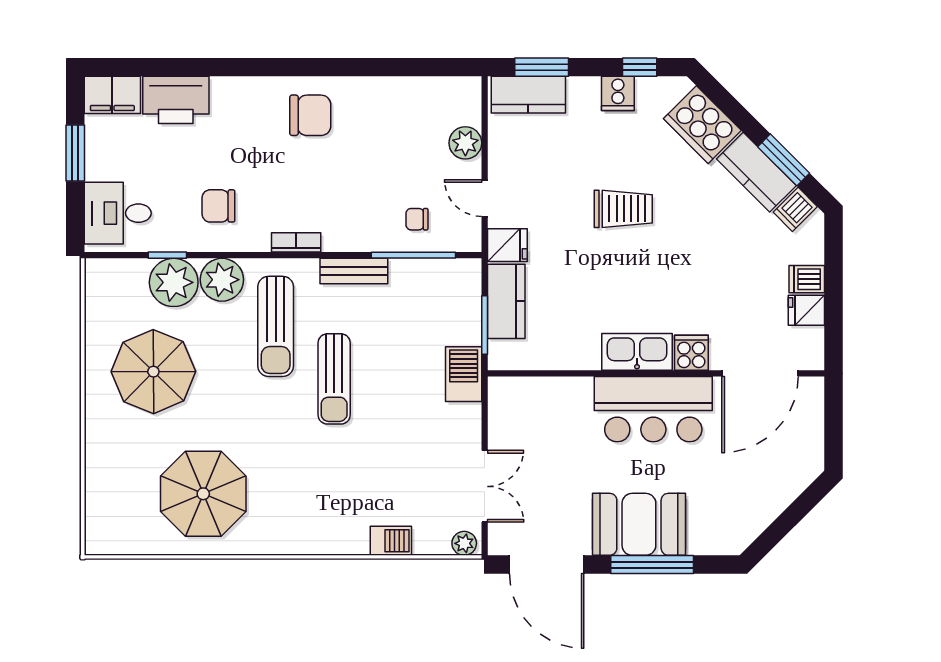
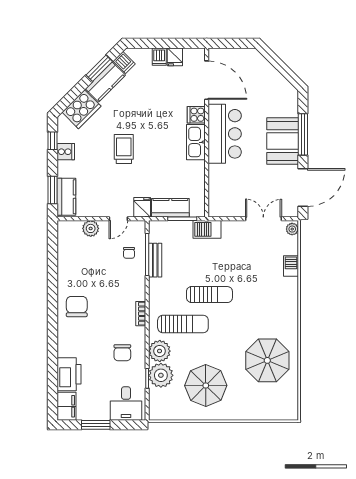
bench: (354, 271) -> (155, 260), moved

